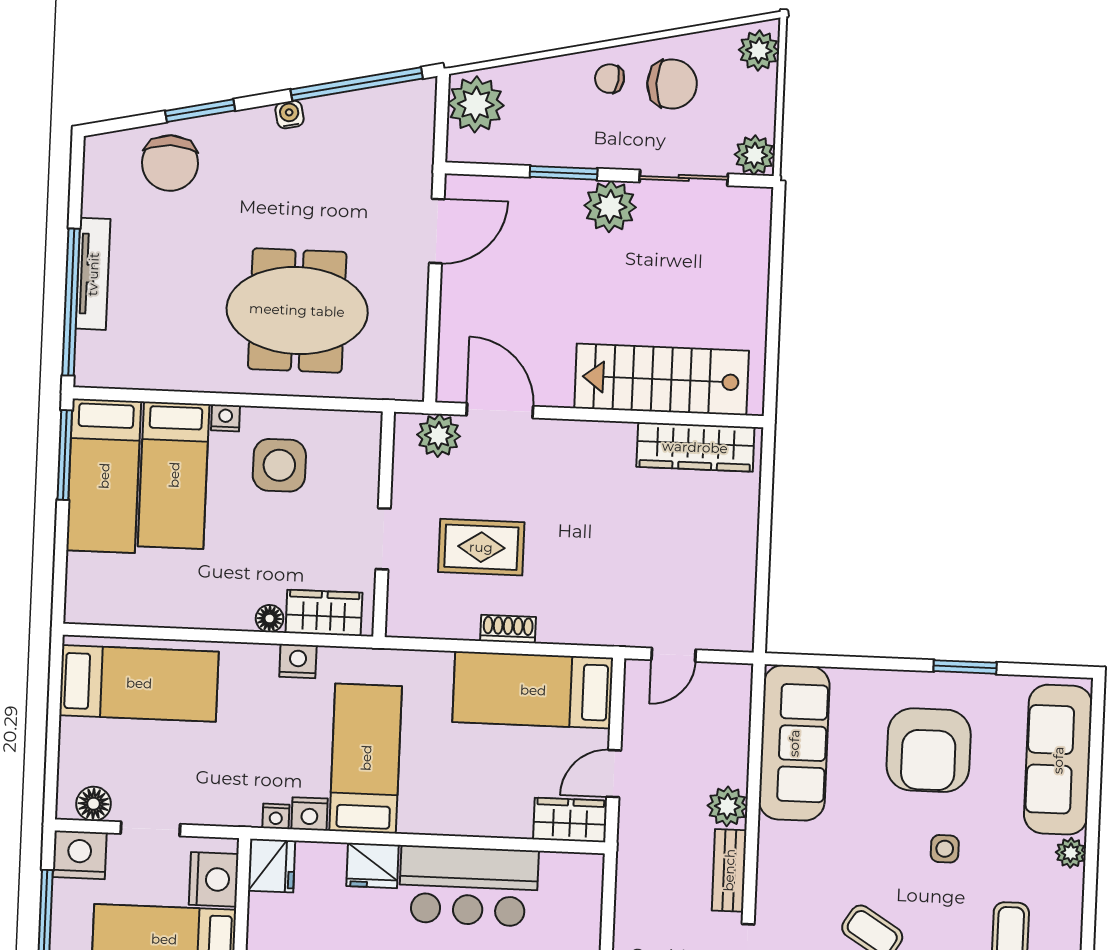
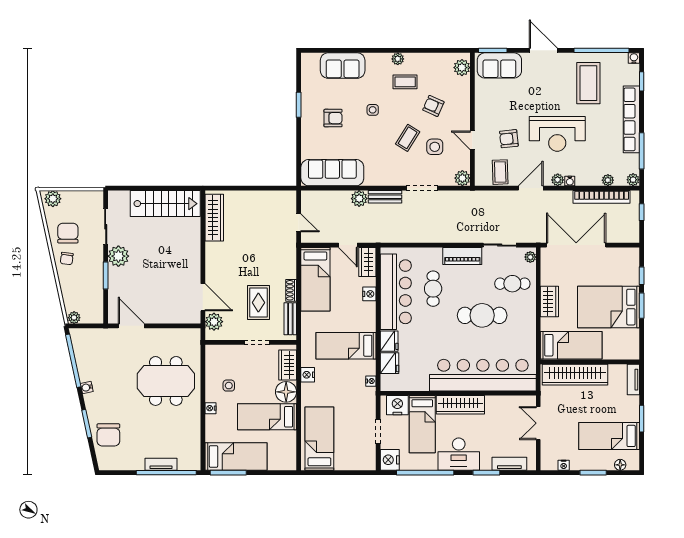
plant: (476, 104) -> (74, 318), width x0.53, depth x0.53
plant: (755, 155) -> (95, 199), removed
chair: (170, 163) -> (108, 435), turned 90
tv unit: (93, 274) -> (161, 464), width x0.71
meeting table: (297, 310) -> (166, 381), turned 90
stairs: (662, 379) -> (165, 204), moved, turned -90
door: (500, 411) -> (203, 297), swing flipped
side table: (279, 465) -> (229, 386), width x0.54, depth x0.54
bed: (174, 475) -> (267, 417), moved, turned 180
floor lamp: (270, 619) -> (286, 392), width x1.89, depth x1.89
bench: (438, 624) -> (290, 319), added
armchair: (929, 750) -> (333, 118), width x0.53, depth x0.53
sofa: (1058, 760) -> (343, 66), width x0.73
floor lamp: (94, 804) -> (369, 455), removed
nightstand: (310, 814) -> (369, 294), moved
plant: (1071, 853) -> (398, 59), moved
fridge: (272, 866) -> (389, 363), moved, turned 90
bar counter: (469, 886) -> (396, 292), width x1.36

